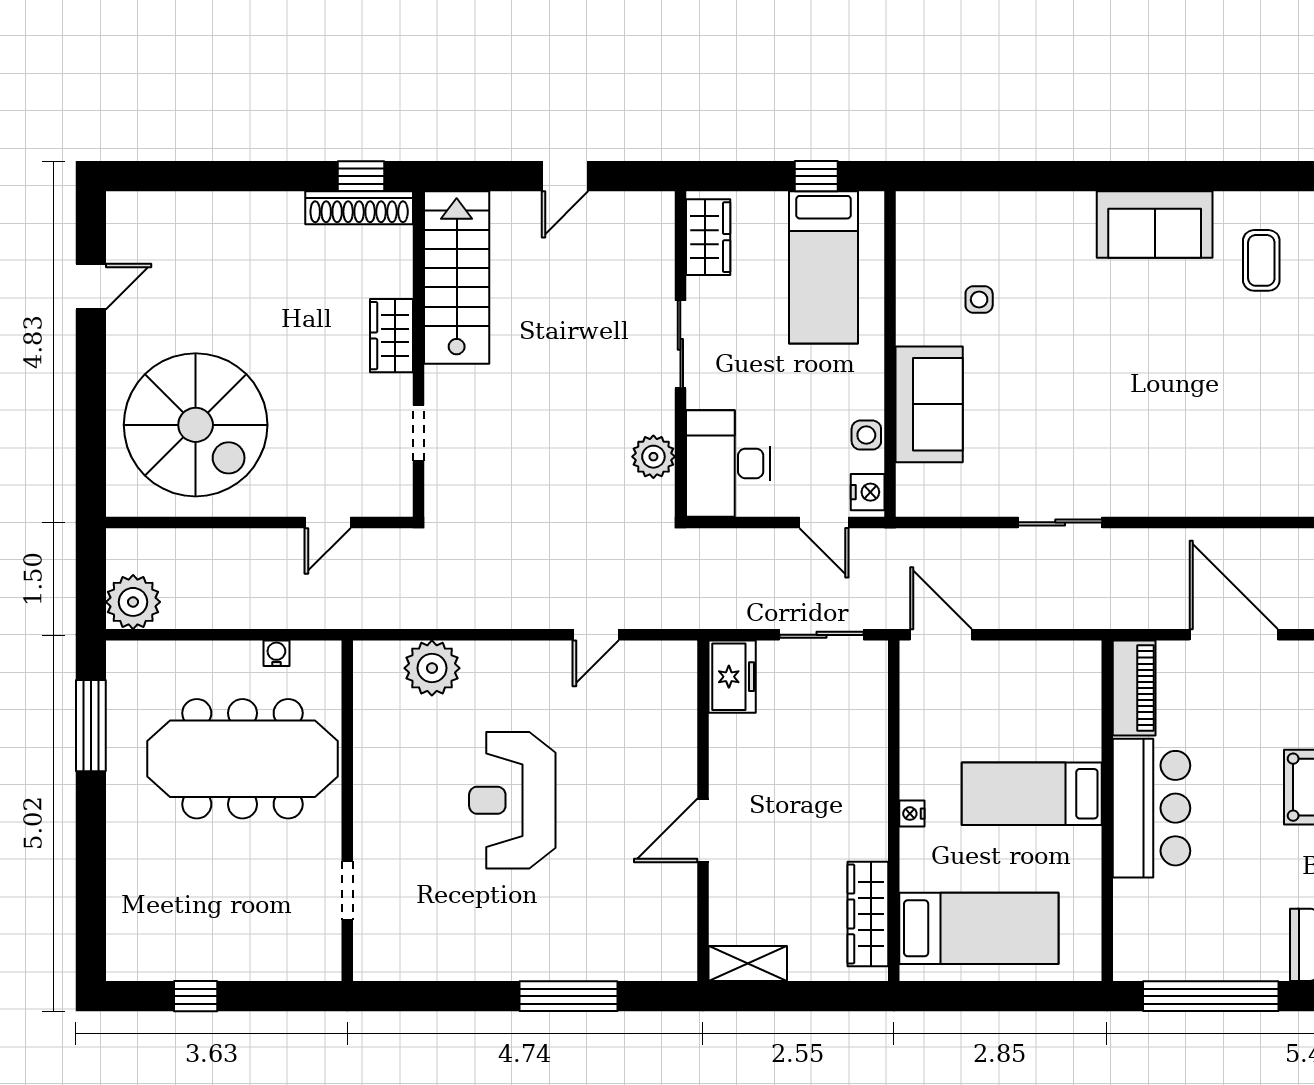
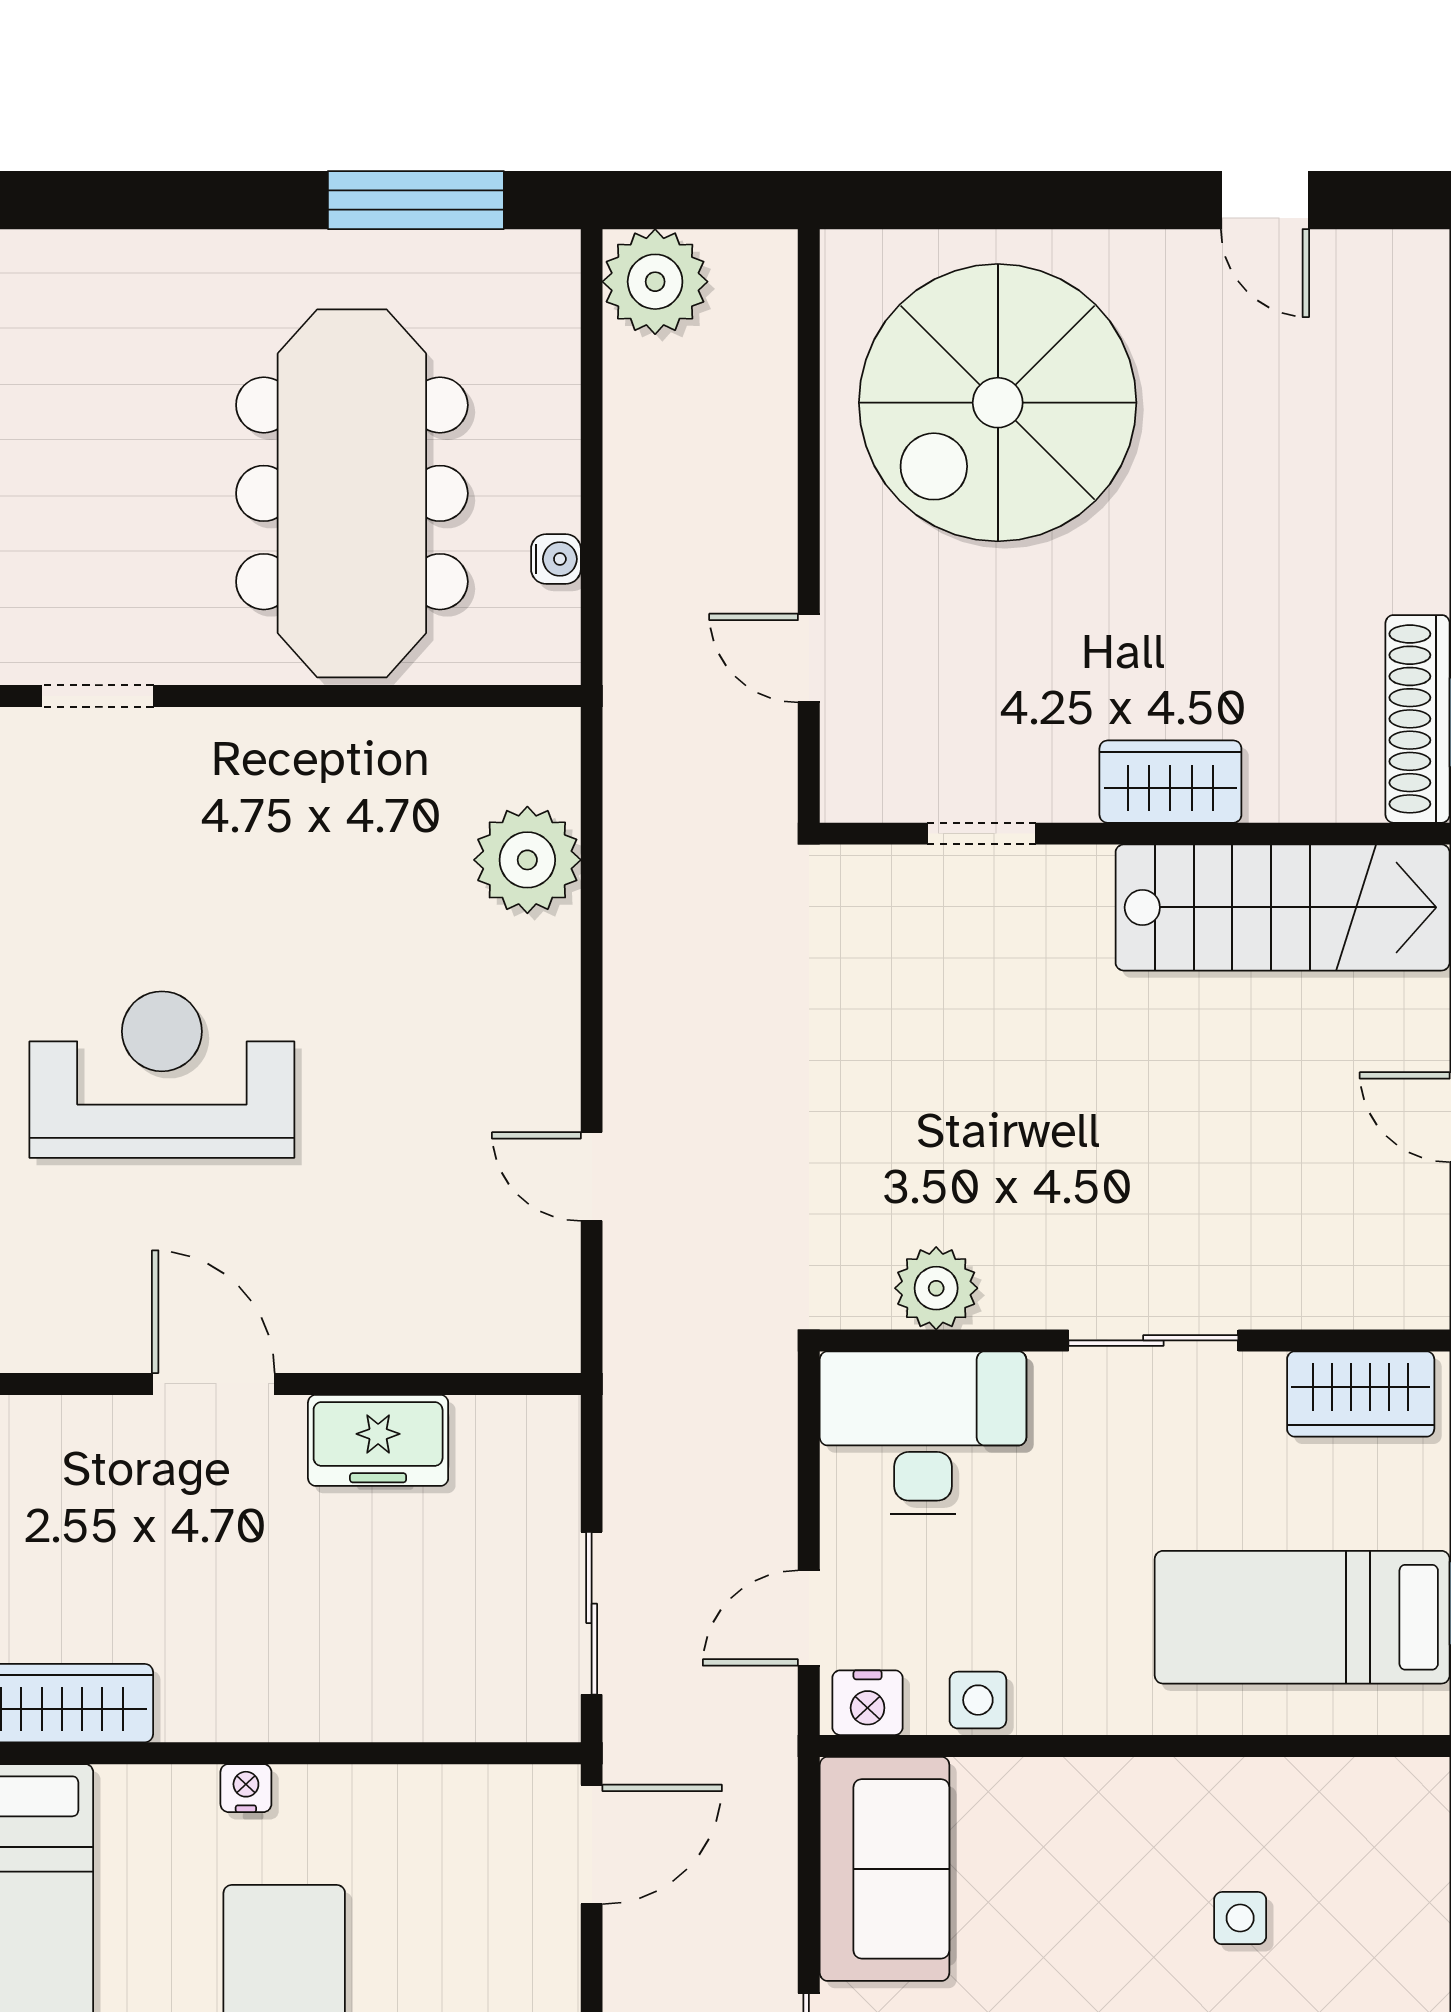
sofa: (929, 404) -> (885, 1869), moved, turned -90
freezer: (732, 677) -> (378, 1440), moved
reception desk: (512, 800) -> (162, 1075), moved

